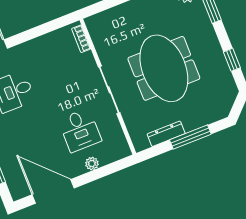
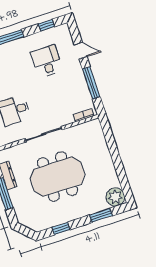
window: (38, 31) -> (91, 83), added

